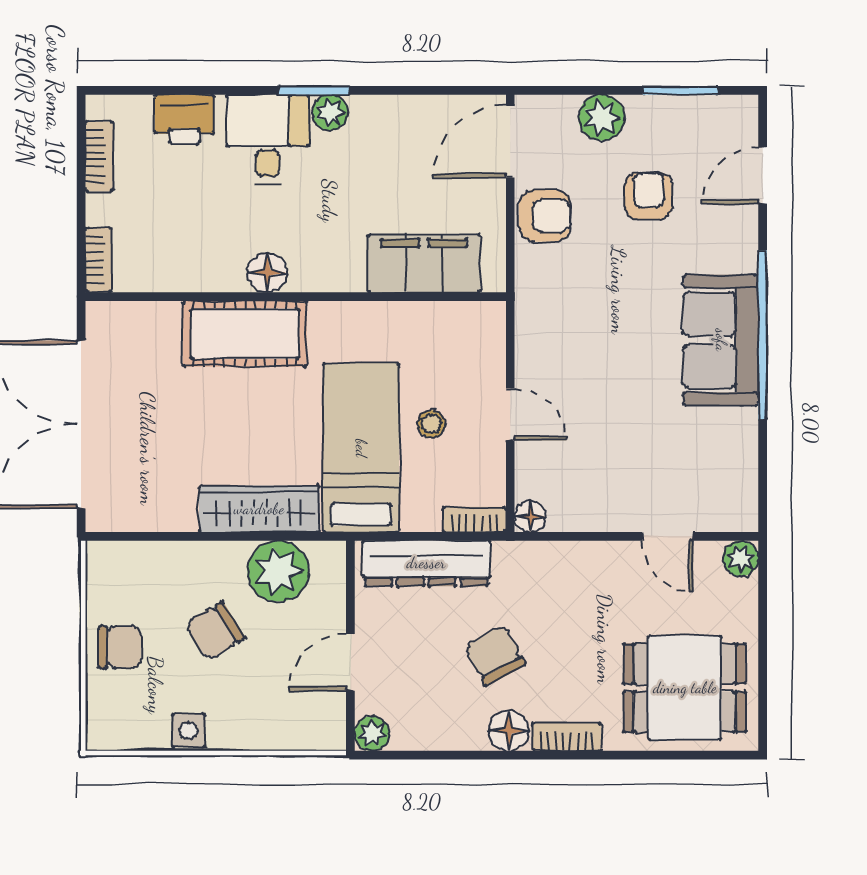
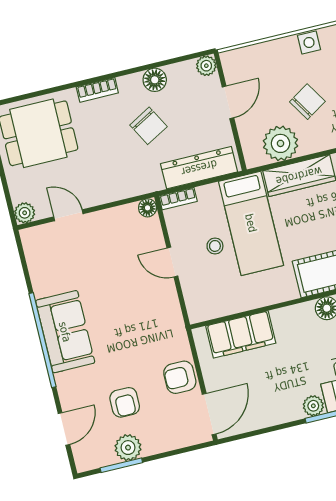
plant: (602, 118) -> (128, 448), moved
floor lamp: (509, 731) -> (155, 80), moved

